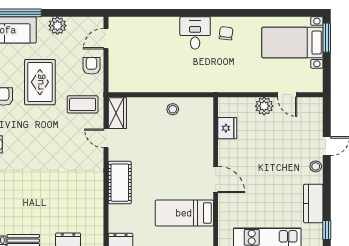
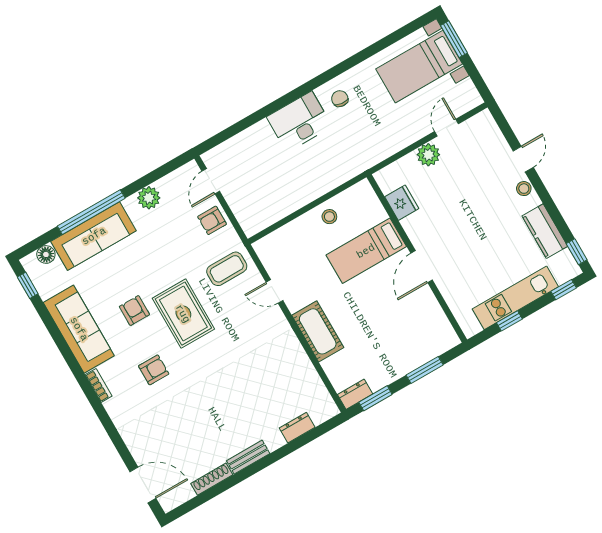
desk: (195, 33) -> (299, 122), width x1.37
armchair: (92, 66) -> (212, 220), turned -90
rug: (40, 82) -> (183, 314), moved
door: (287, 95) -> (447, 128), swing flipped
wardrobe: (117, 113) -> (271, 256), removed
door: (216, 179) -> (422, 267), swing flipped
bed: (184, 213) -> (366, 251), moved

